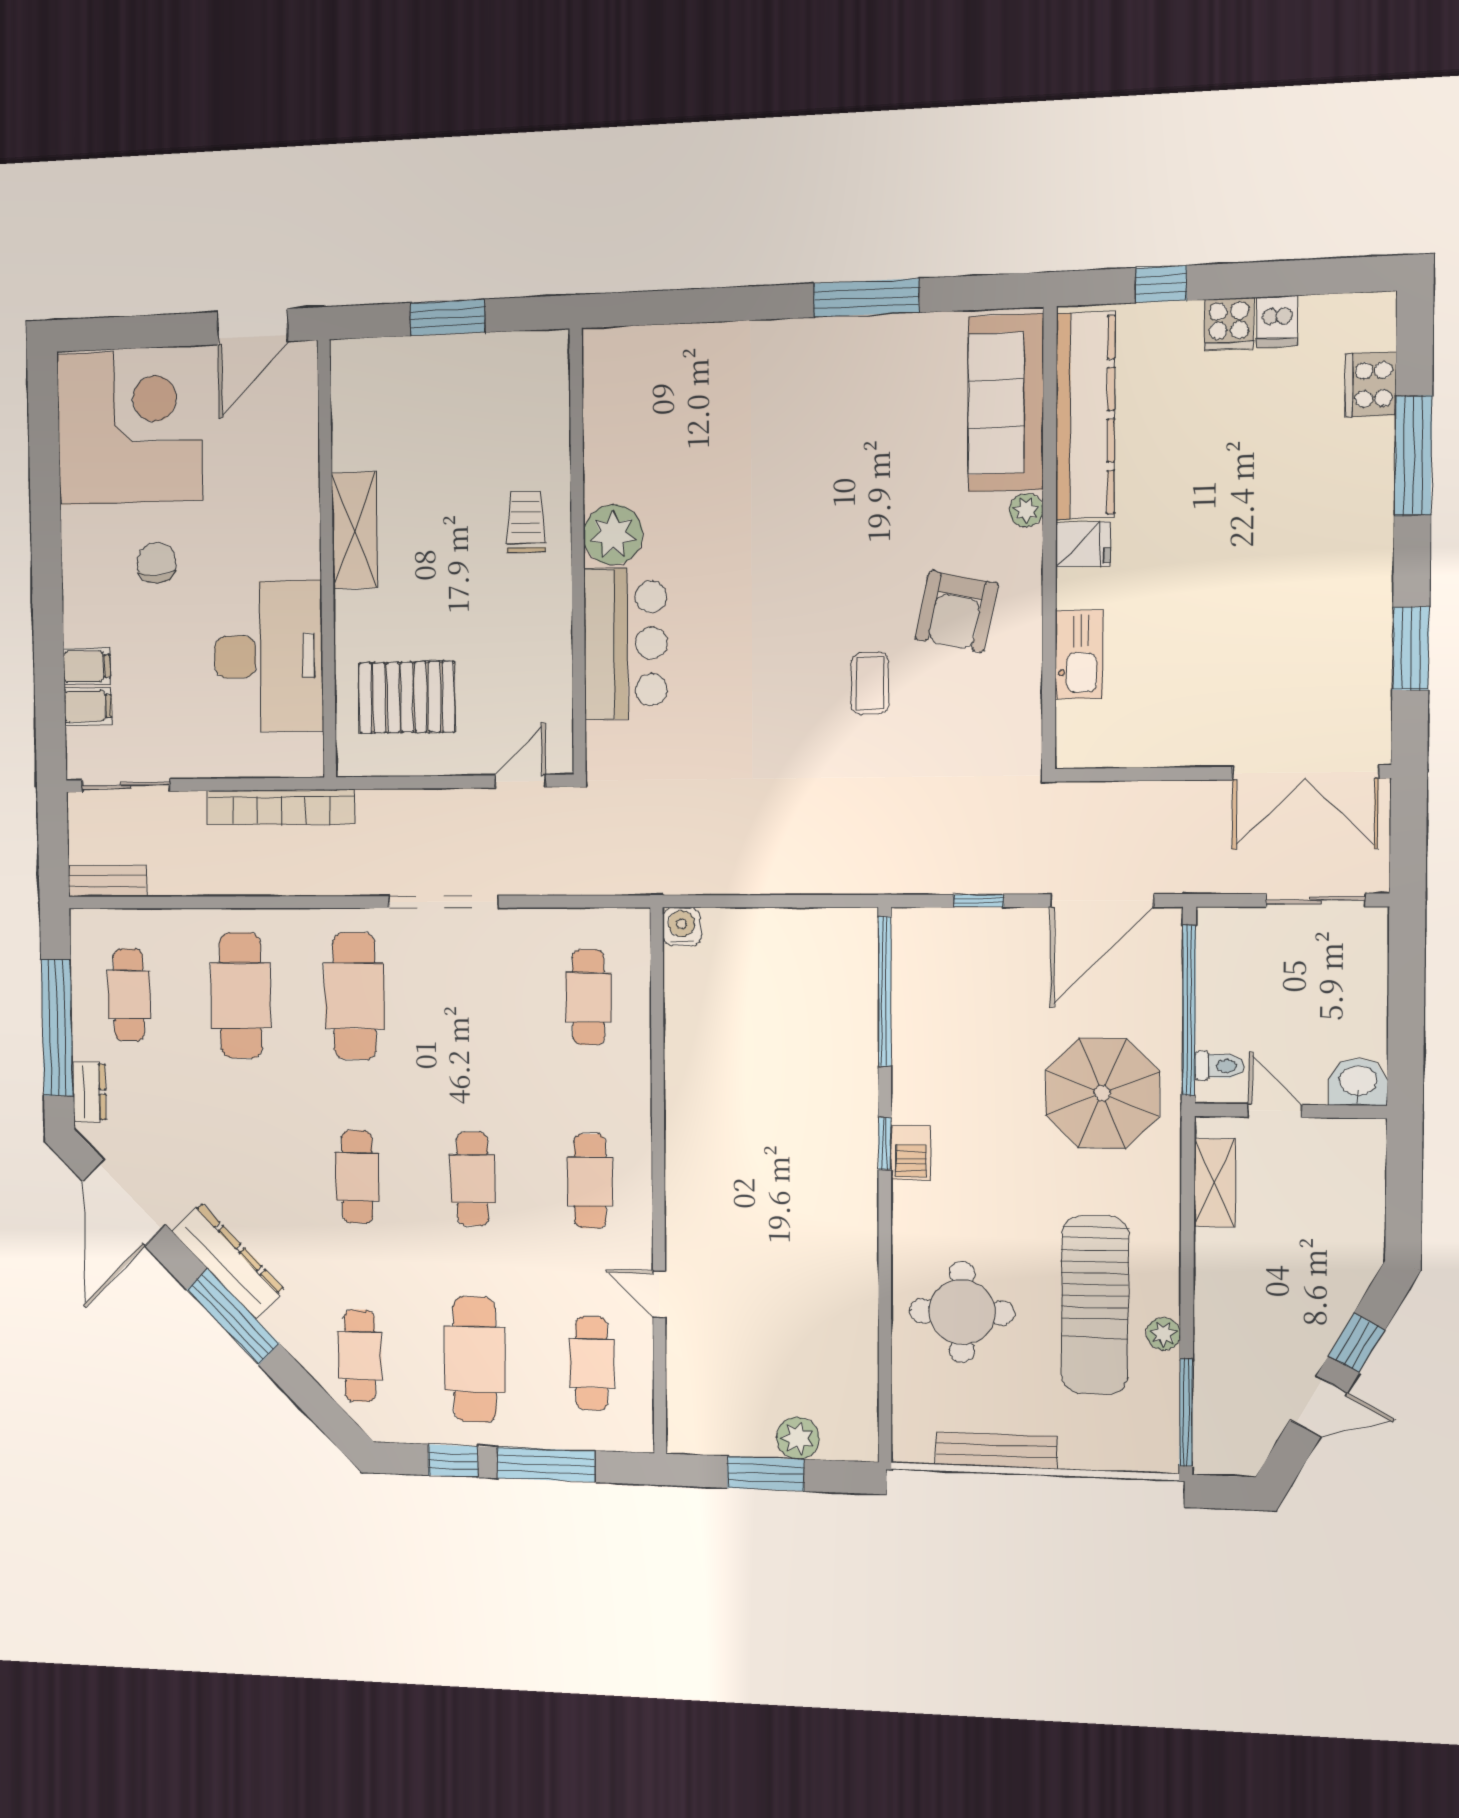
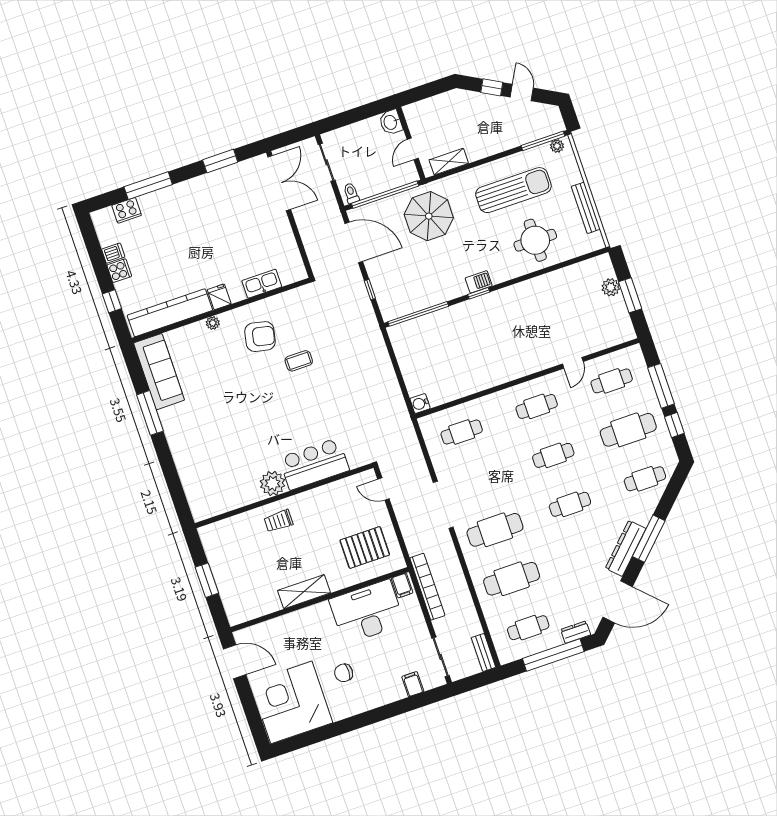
sofa: (1006, 403) -> (159, 372), moved, turned -90
filing cabinet: (87, 666) -> (402, 585), moved, turned 180
pallet: (407, 697) -> (365, 547), turned 90
toilet: (1220, 1066) -> (351, 193), moved
plant: (1163, 1334) -> (557, 146), moved

